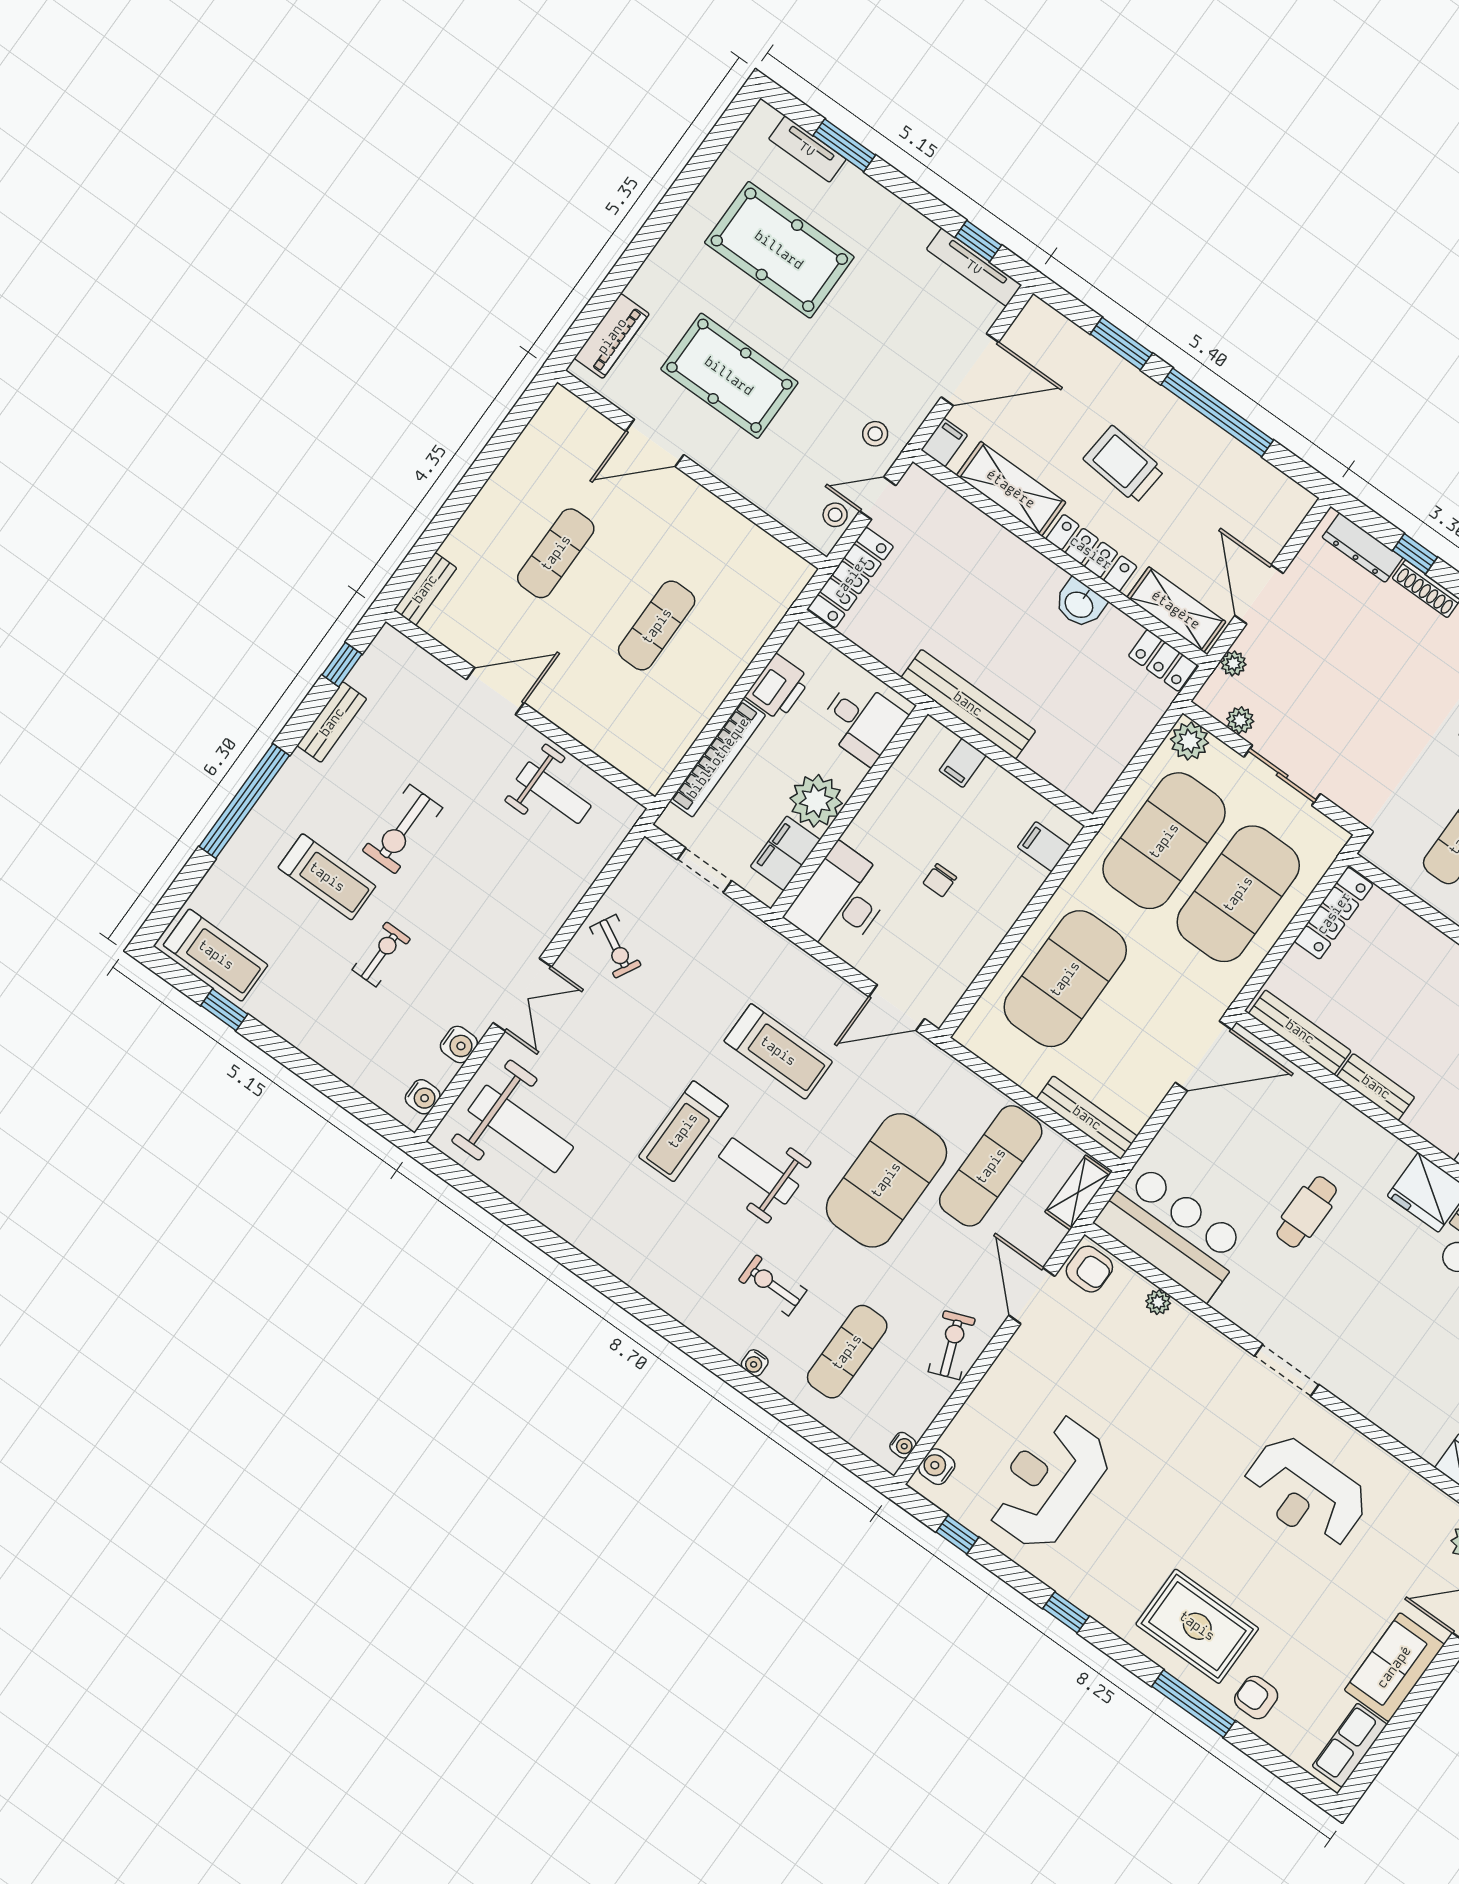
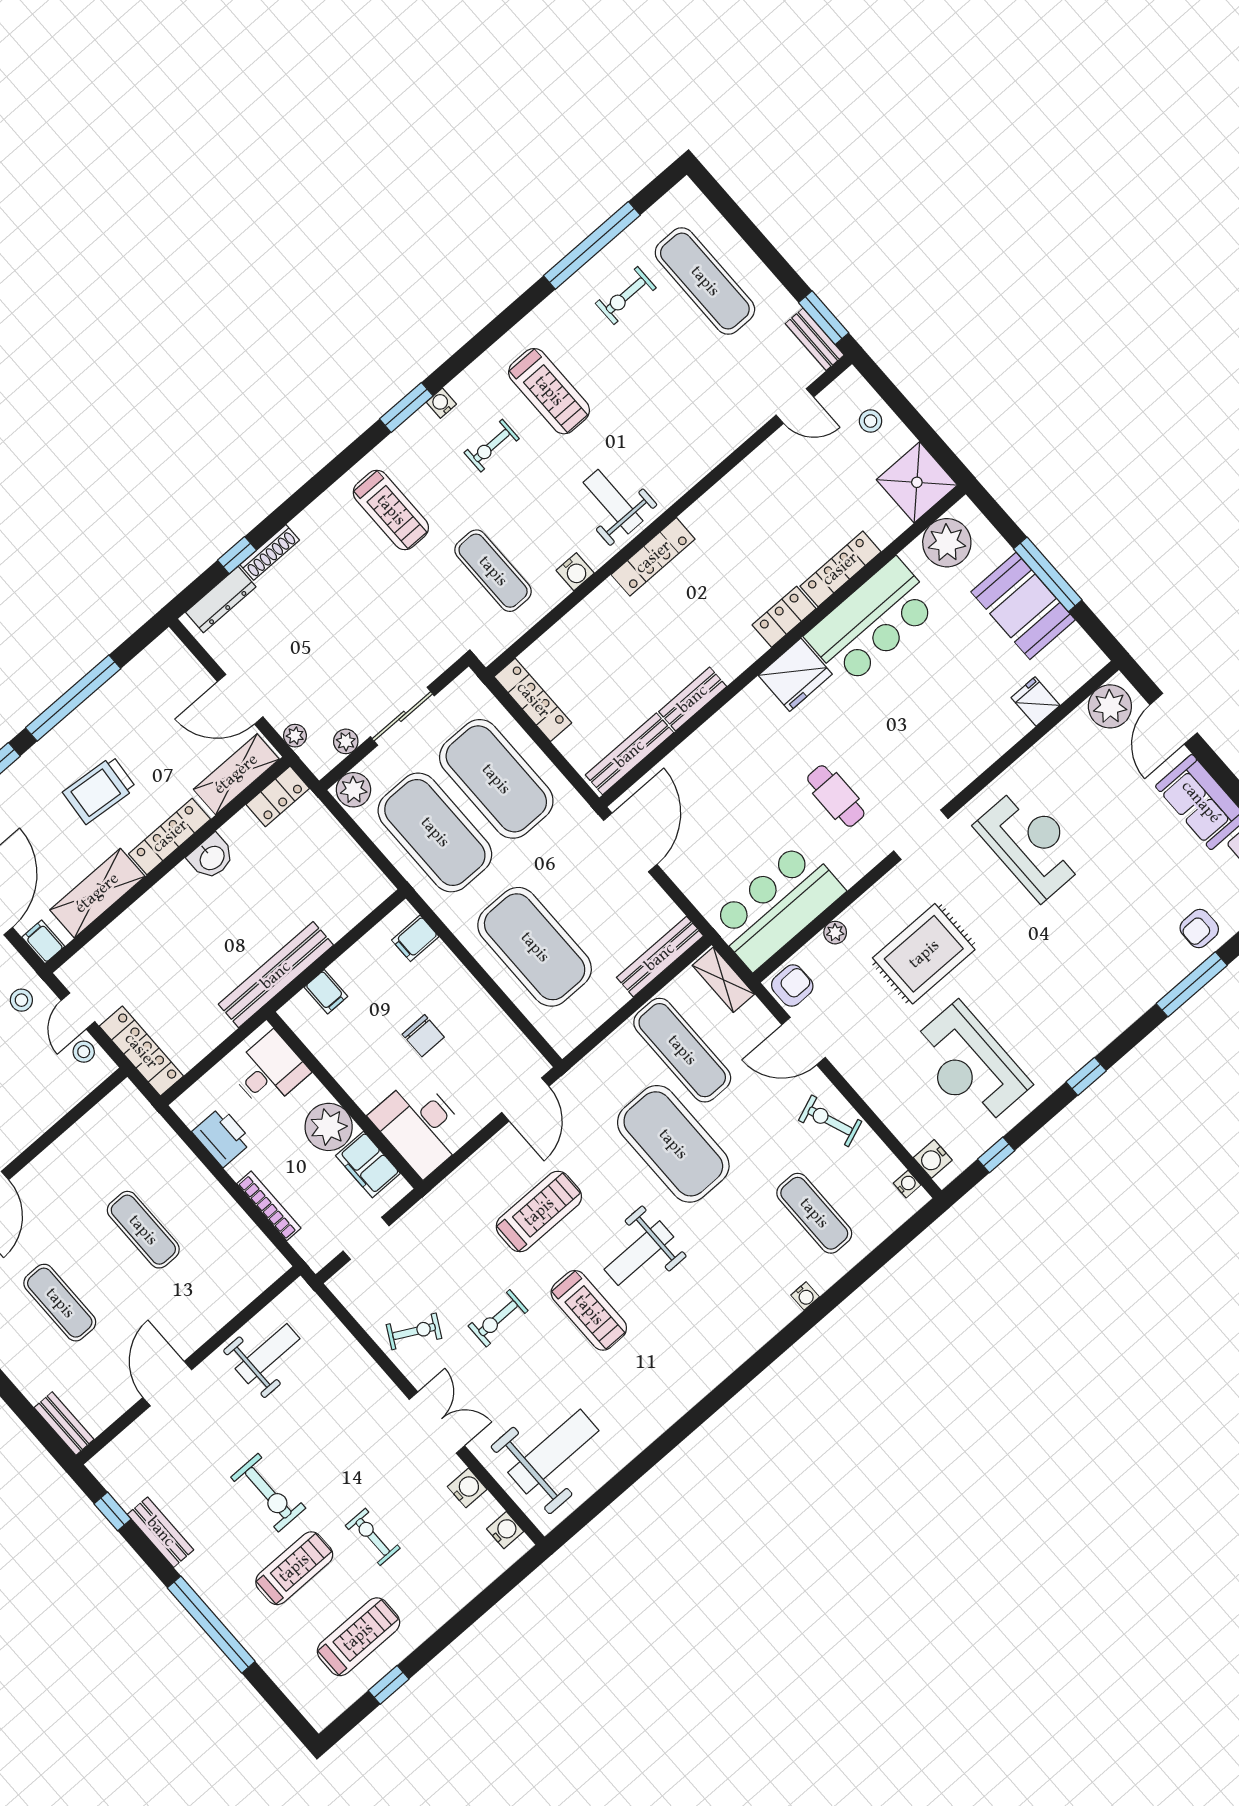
bookcase: (718, 758) -> (269, 1206), width x0.68, depth x0.76
chair: (940, 880) -> (423, 1036), width x1.37, depth x1.37
treadmill: (216, 955) -> (358, 1637), moved
cafe table: (1307, 1212) -> (836, 796), moved
exercise bike: (773, 1285) -> (498, 1318), moved
reception desk: (1305, 1492) -> (1031, 844), turned -90
rug: (1197, 1626) -> (924, 954), moved

